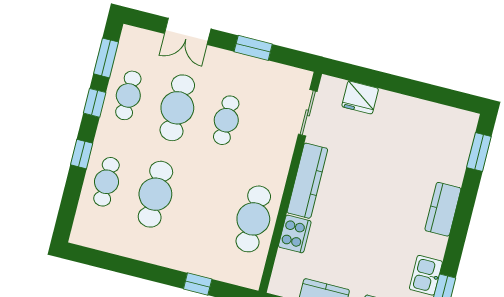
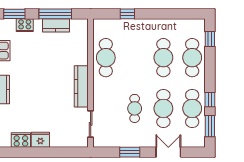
cafe table: (128, 95) -> (192, 108), width x1.37, depth x1.35
fridge: (360, 97) -> (40, 140), moved
window: (82, 154) -> (210, 39), moved
cafe table: (106, 182) -> (192, 58), width x1.37, depth x1.35
cooker: (295, 234) -> (21, 140), moved, turned 90

